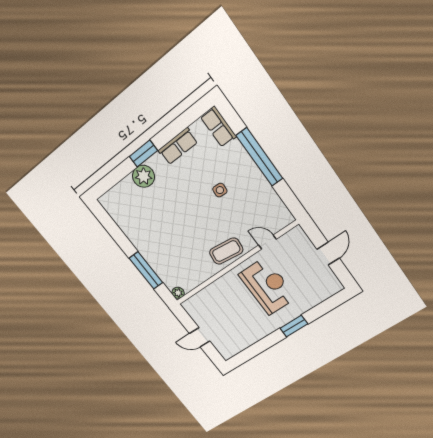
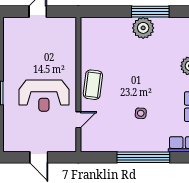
window: (146, 270) -> (150, 12), moved
plant: (178, 293) -> (143, 28), moved, width x1.88, depth x1.88

